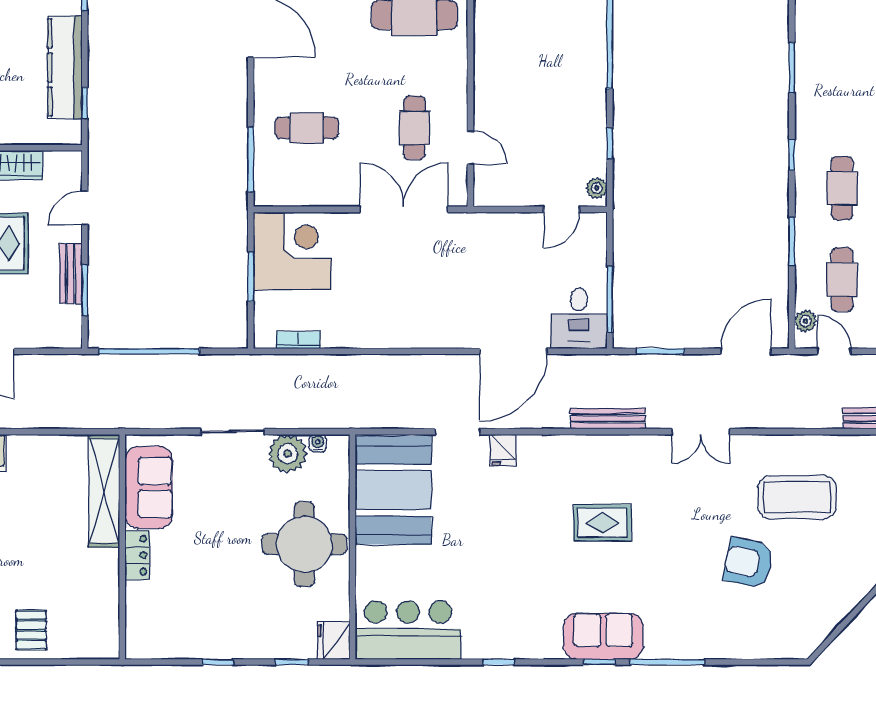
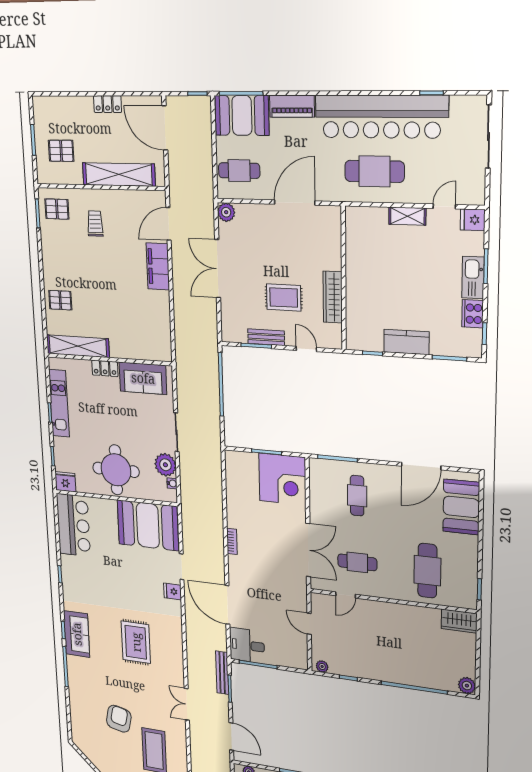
kitchen counter: (65, 67) -> (406, 342), width x0.67
door: (562, 209) -> (309, 624), moved
bookcase: (298, 340) -> (232, 541), moved
bench: (608, 419) -> (222, 673), moved
shelving: (104, 491) -> (78, 346), moved
rug: (602, 523) -> (136, 642), width x1.36, depth x1.43
kitchen unit: (201, 644) -> (59, 403), added

